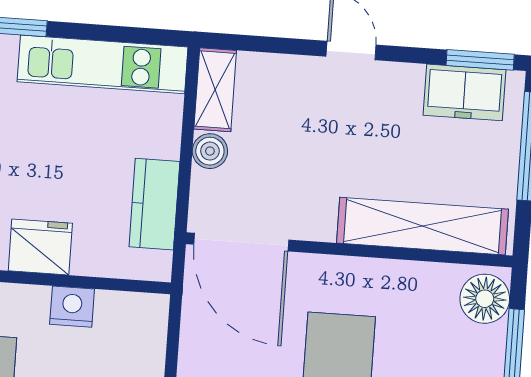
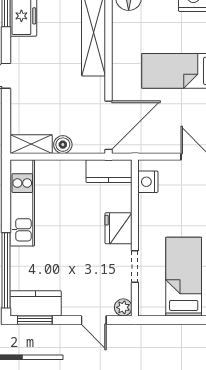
kitchen counter: (154, 204) -> (109, 171), moved
nightstand: (72, 307) -> (148, 182), moved

